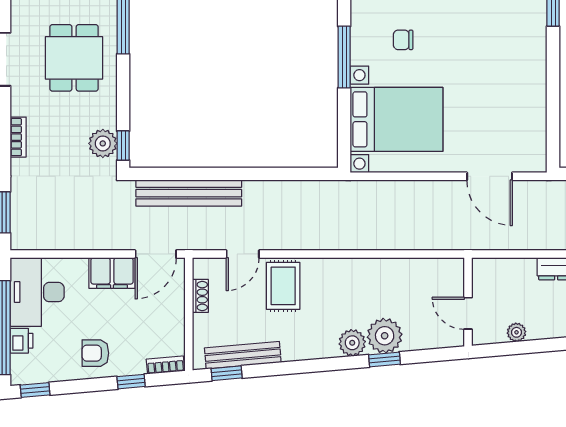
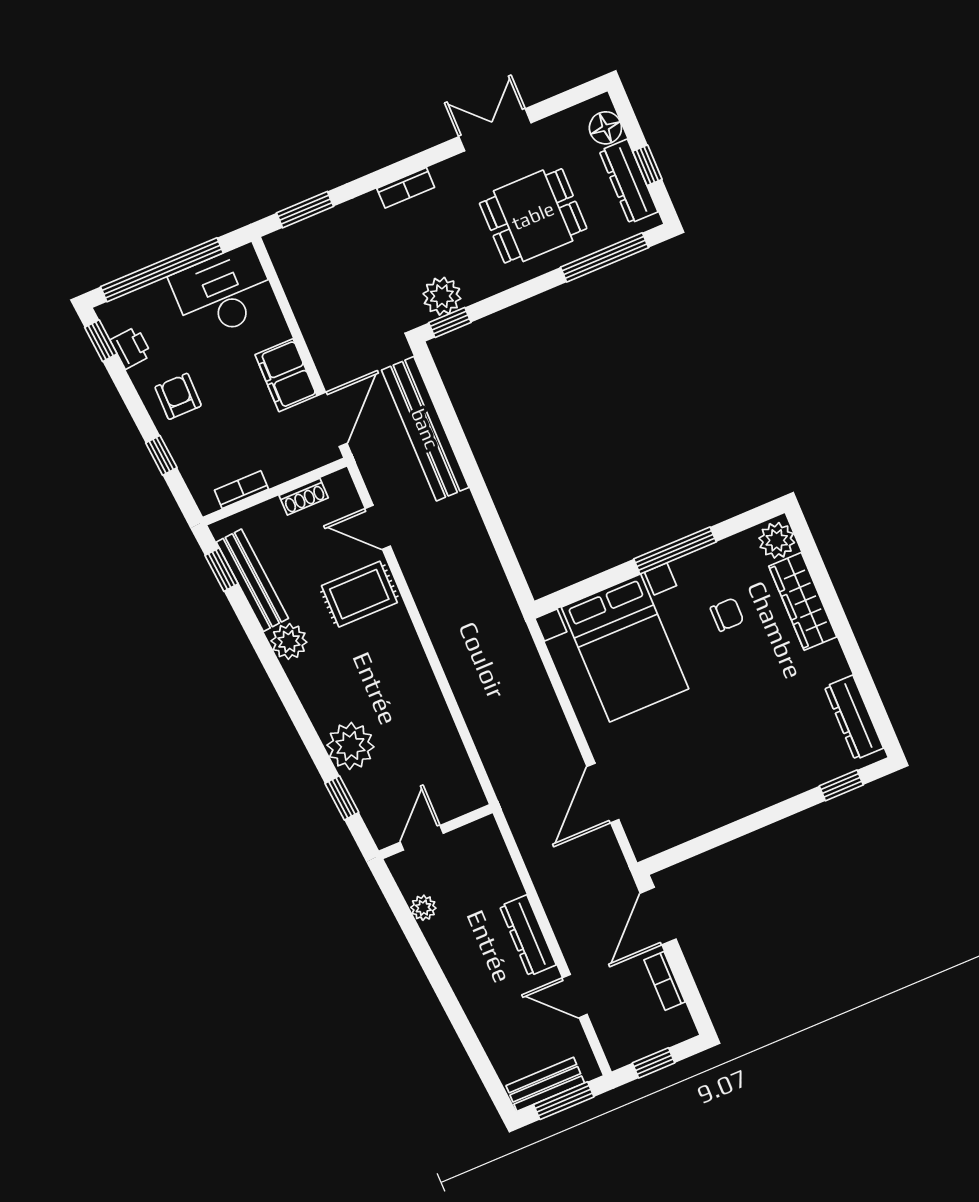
chair: (403, 40) -> (727, 615), turned 90
door: (156, 254) -> (332, 419), swing flipped
printer: (21, 341) -> (131, 348), moved, turned -95
plant: (352, 343) -> (289, 641), moved
window: (384, 359) -> (342, 798), moved
bookcase: (165, 365) -> (241, 490), moved, turned -85

